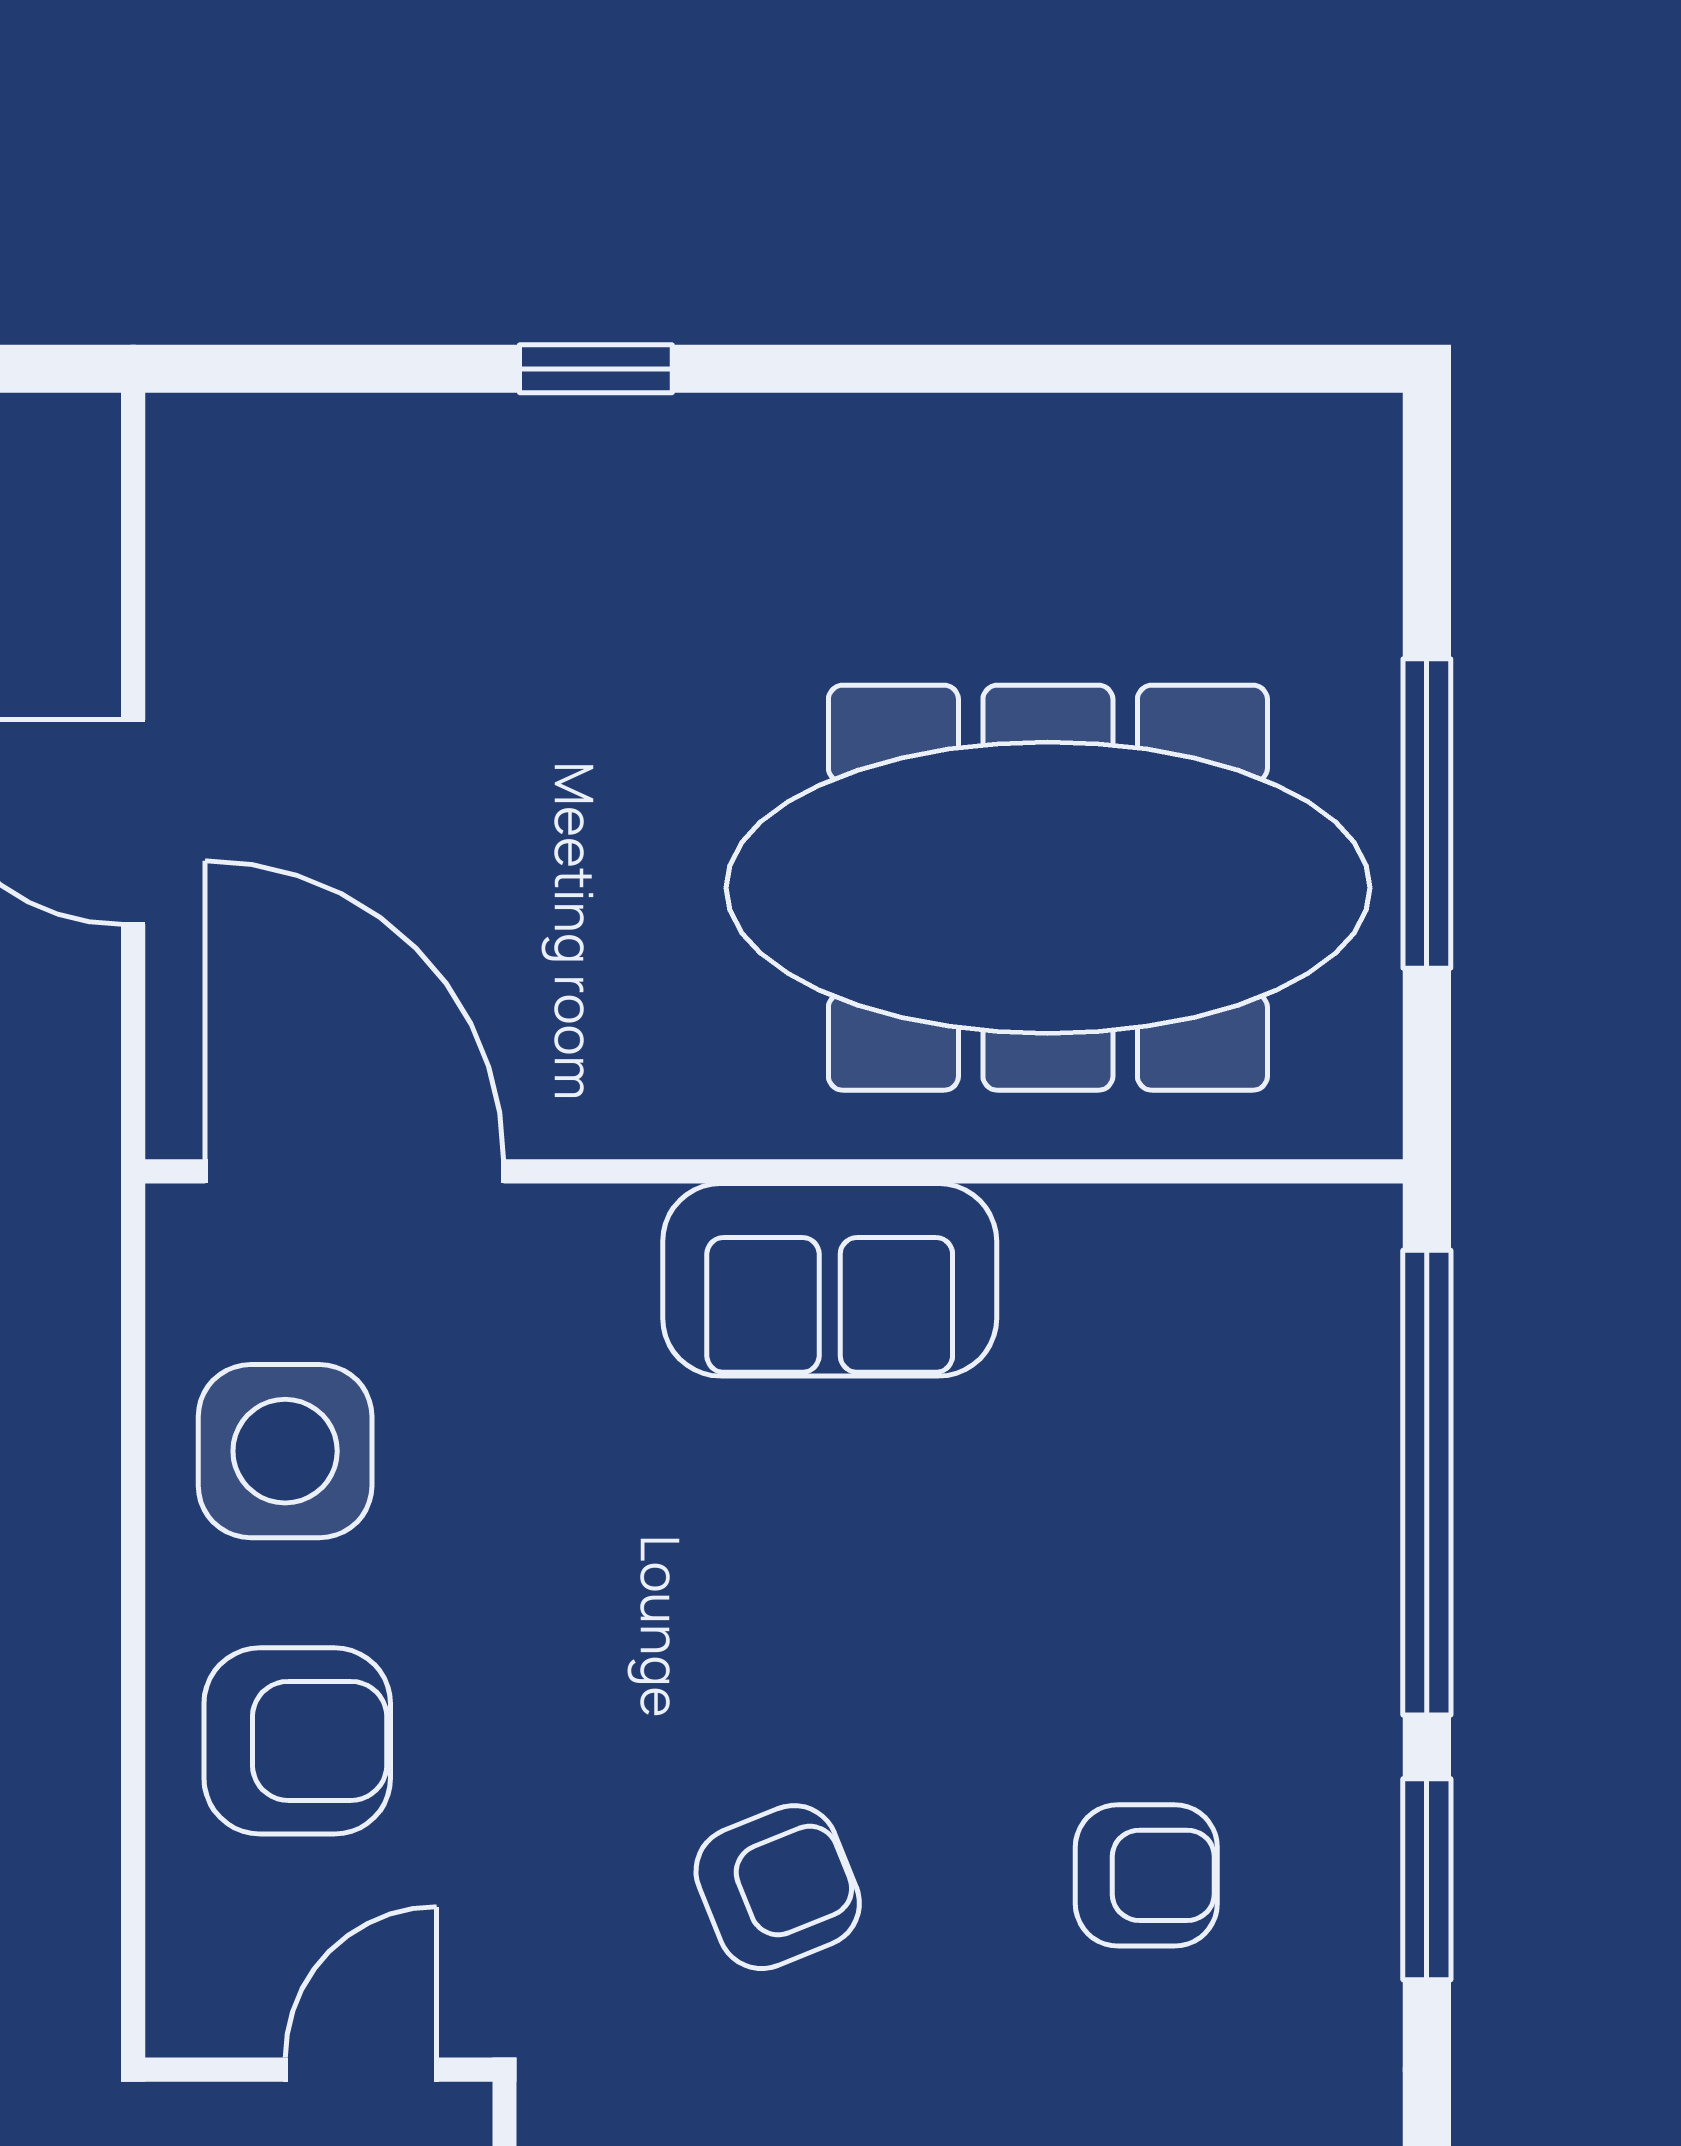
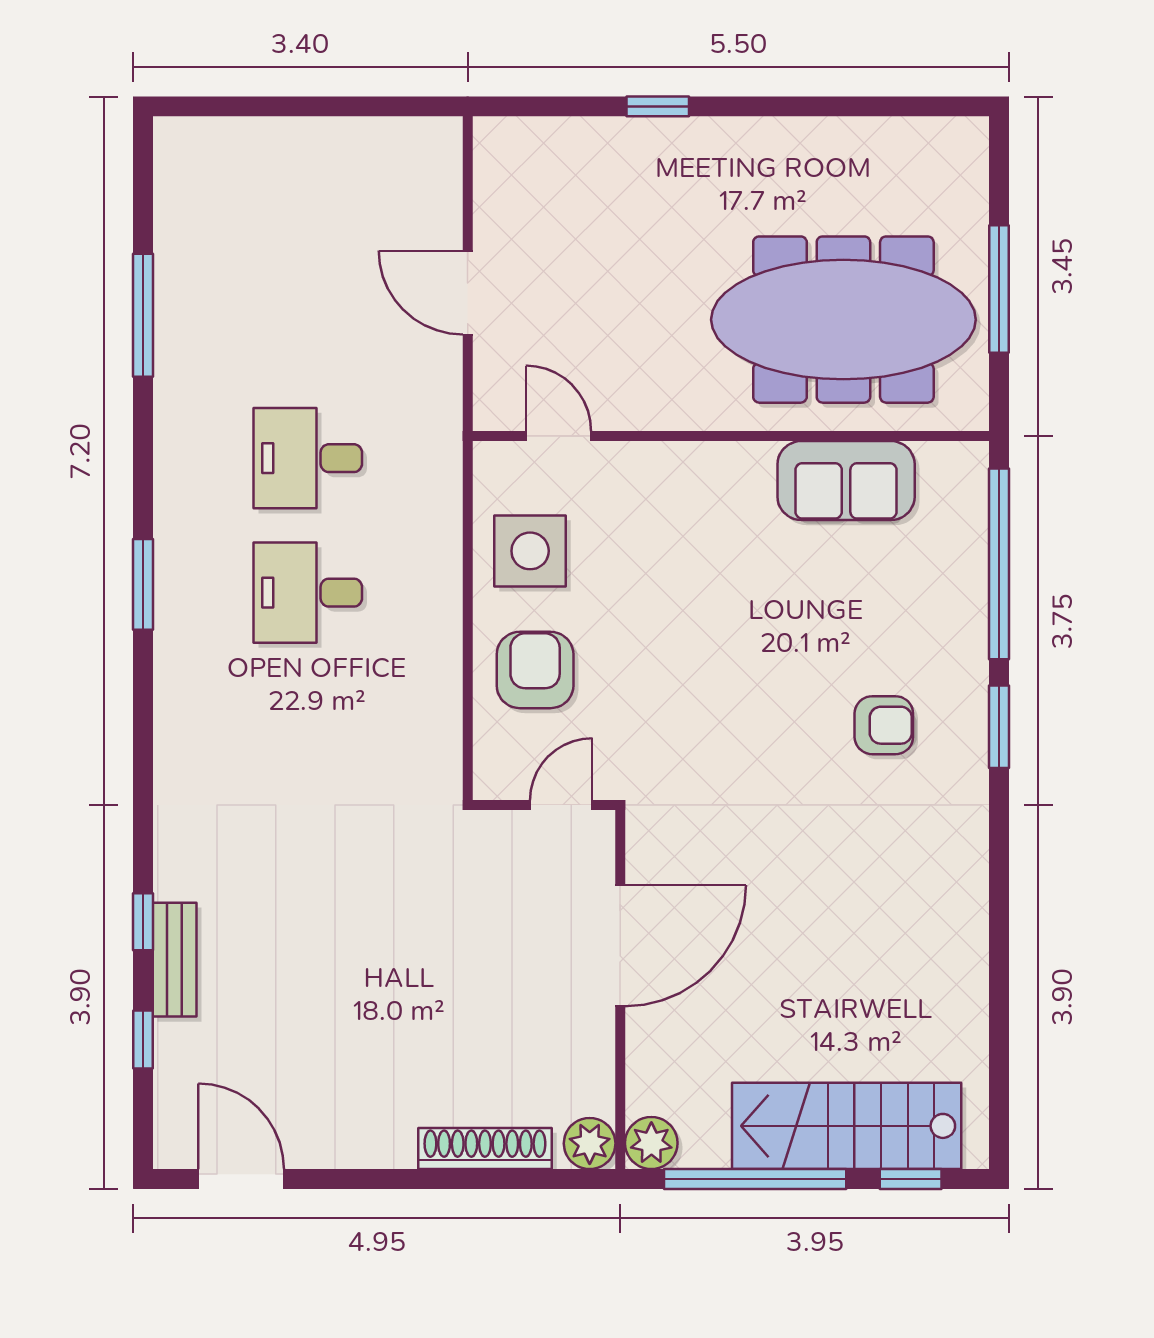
door: (354, 1171) -> (559, 436), width x0.53
sofa: (830, 1280) -> (846, 481), moved
armchair: (297, 1741) -> (535, 670), turned -90
armchair: (778, 1887) -> (732, 730), removed

